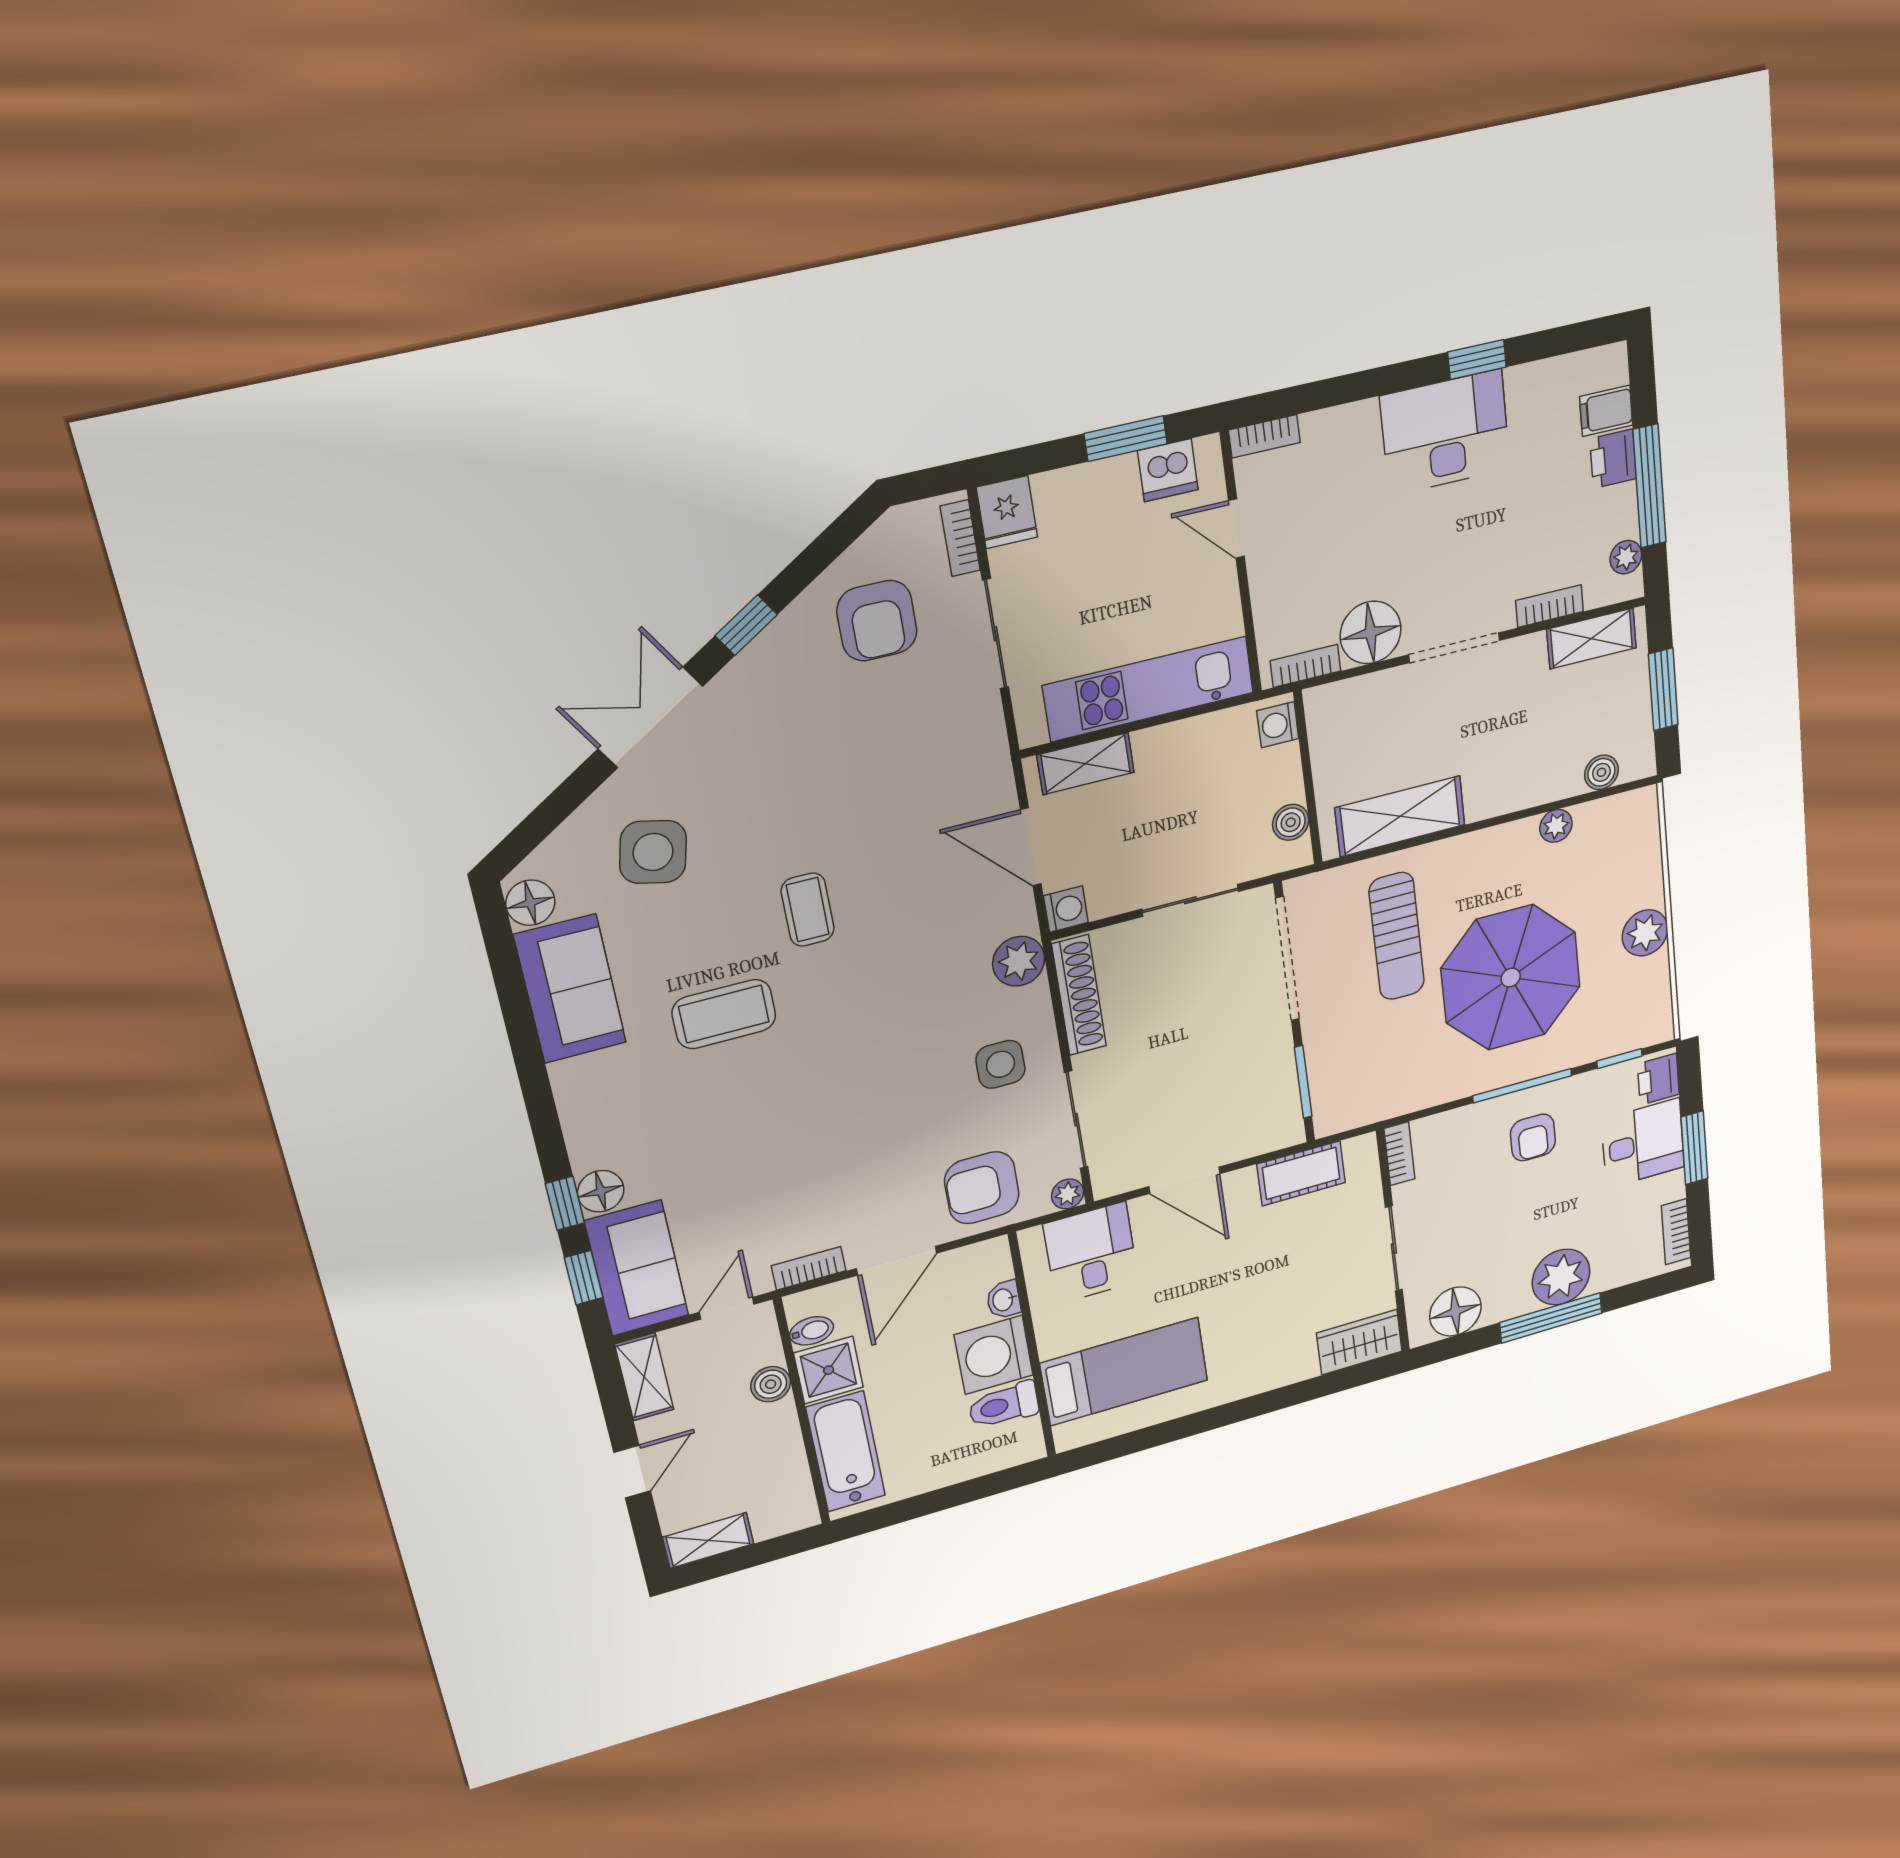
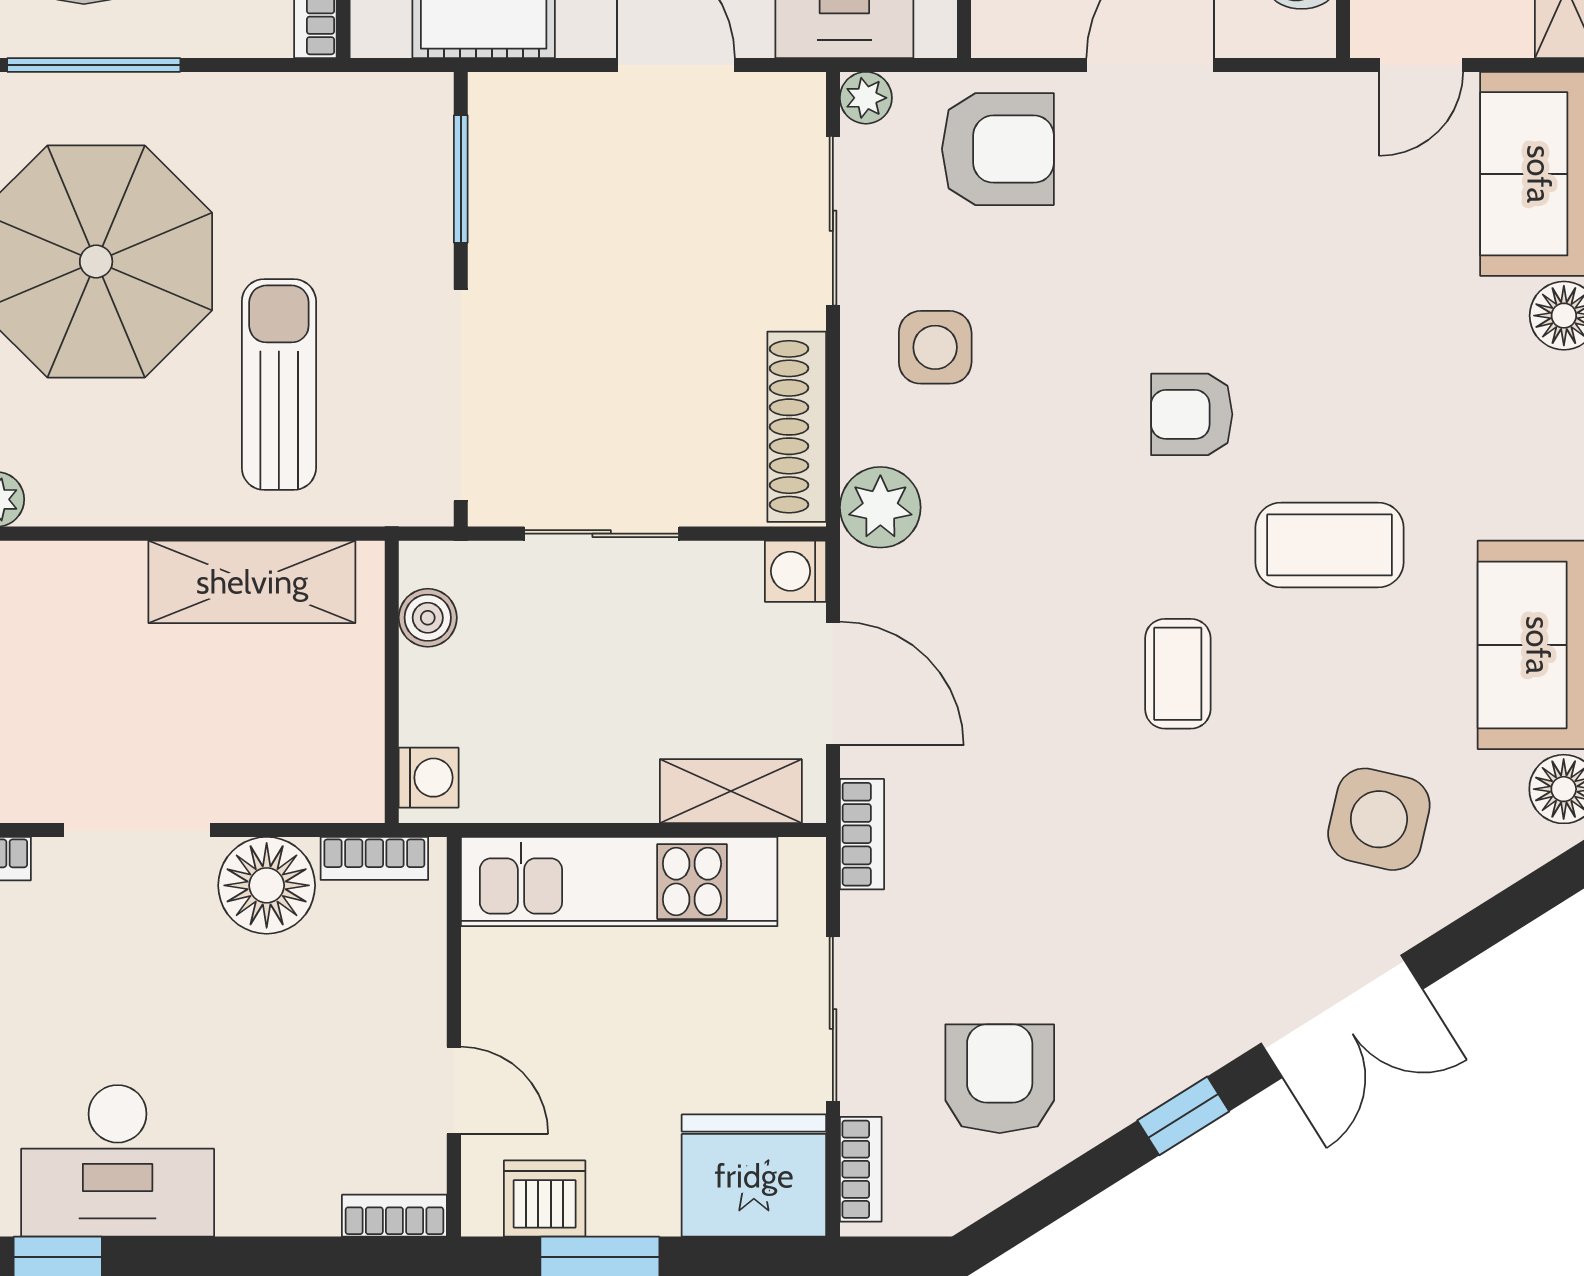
fridge: (1007, 512) -> (754, 1176), width x1.88, depth x1.34
armchair: (830, 1069) -> (1192, 414), added
bookcase: (809, 1268) -> (862, 834), moved, turned -90

